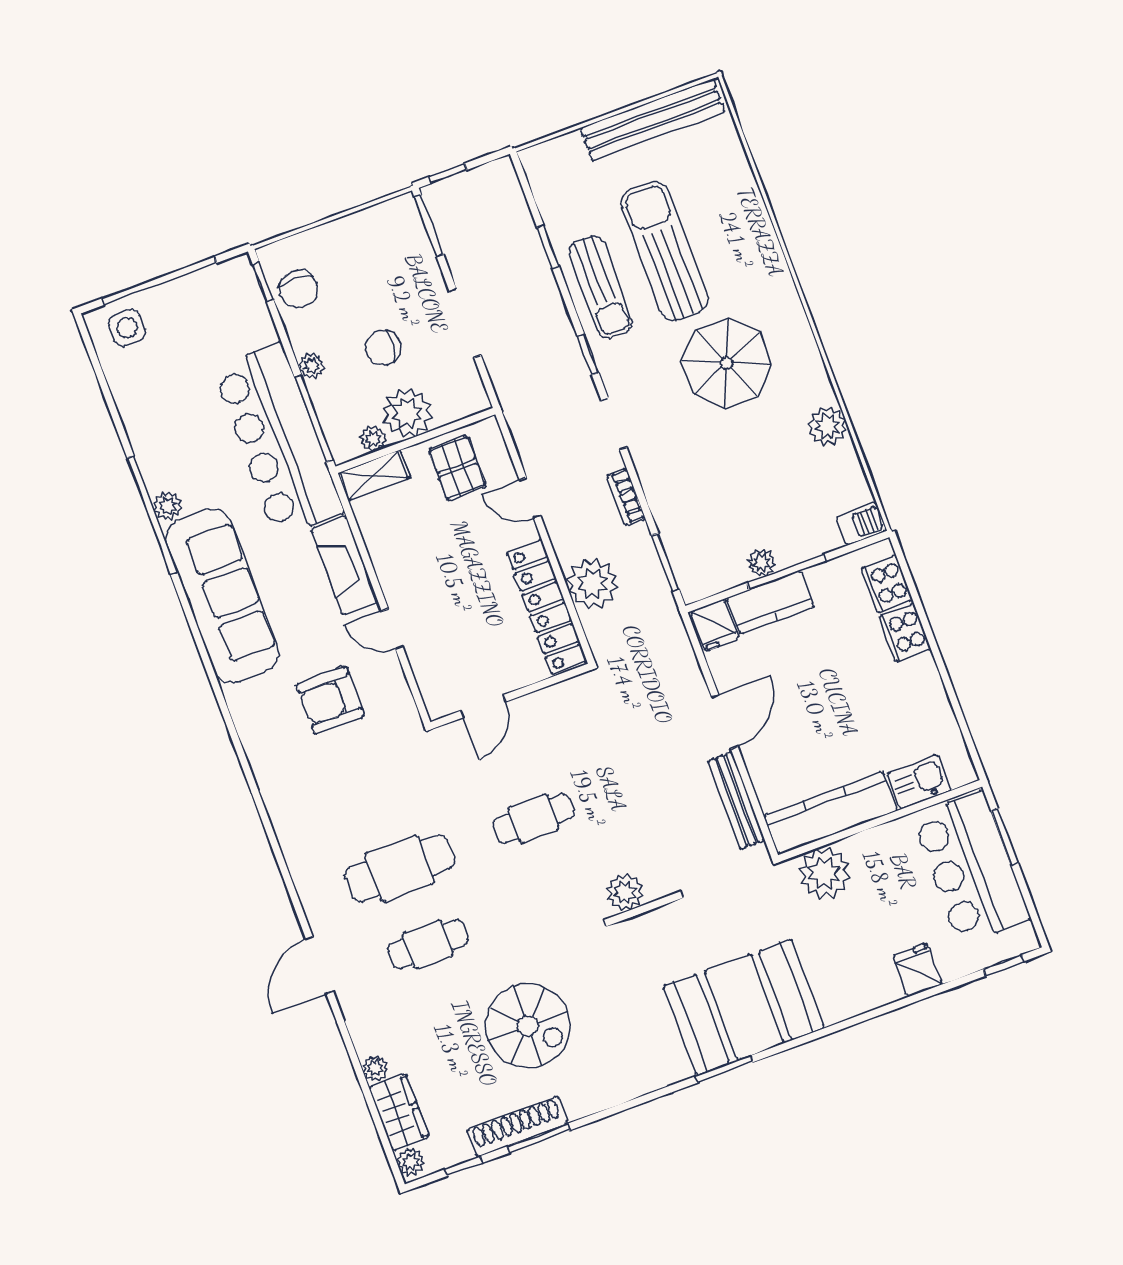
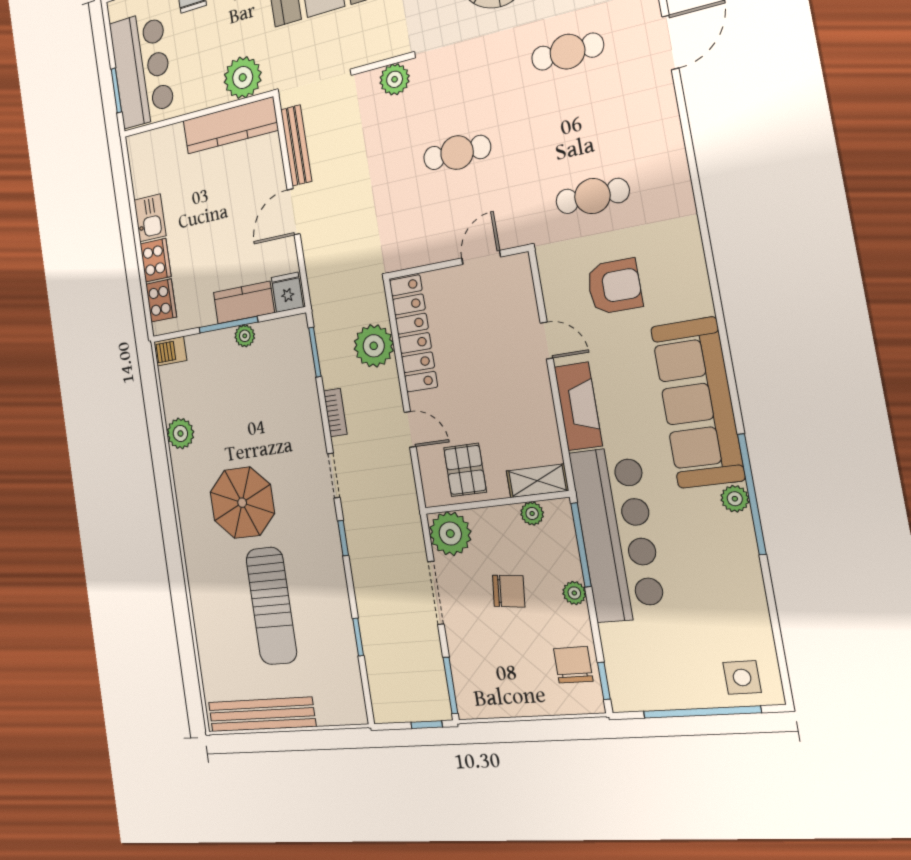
sun lounger: (601, 287) -> (324, 591), removed
plant: (407, 413) -> (450, 534), moved
kitchen sink: (919, 782) -> (150, 218), moved, turned -90
cafe table: (400, 868) -> (592, 196), moved, width x0.73, depth x0.74

